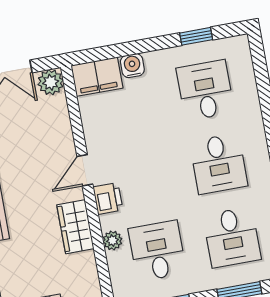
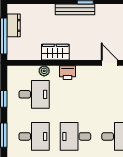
door: (85, 170) -> (110, 63), moved
desk: (232, 237) -> (34, 136), turned 180

